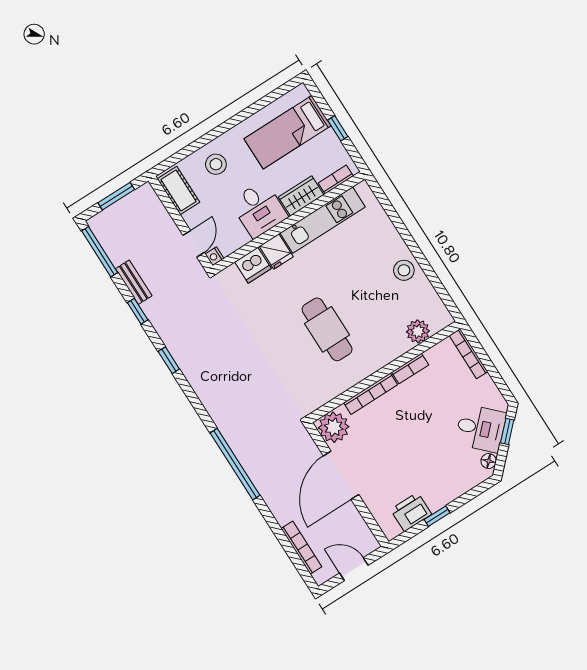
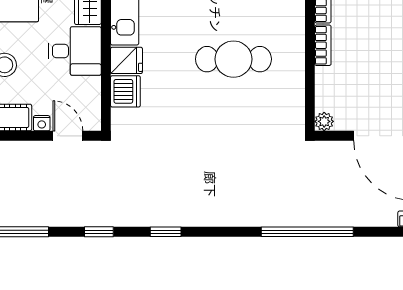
nightstand: (214, 256) -> (42, 123), moved
bench: (134, 282) -> (68, 218), removed
bookcase: (371, 394) -> (323, 45), width x0.64
plant: (334, 427) -> (324, 121), width x0.53, depth x0.53

